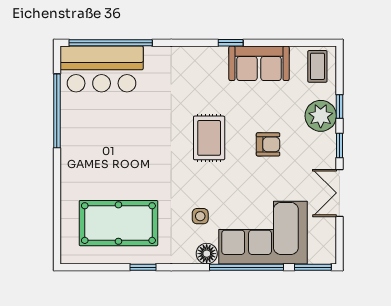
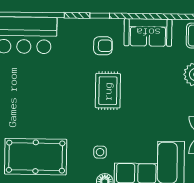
window: (231, 43) -> (100, 16), moved
armchair: (268, 144) -> (103, 46), moved

